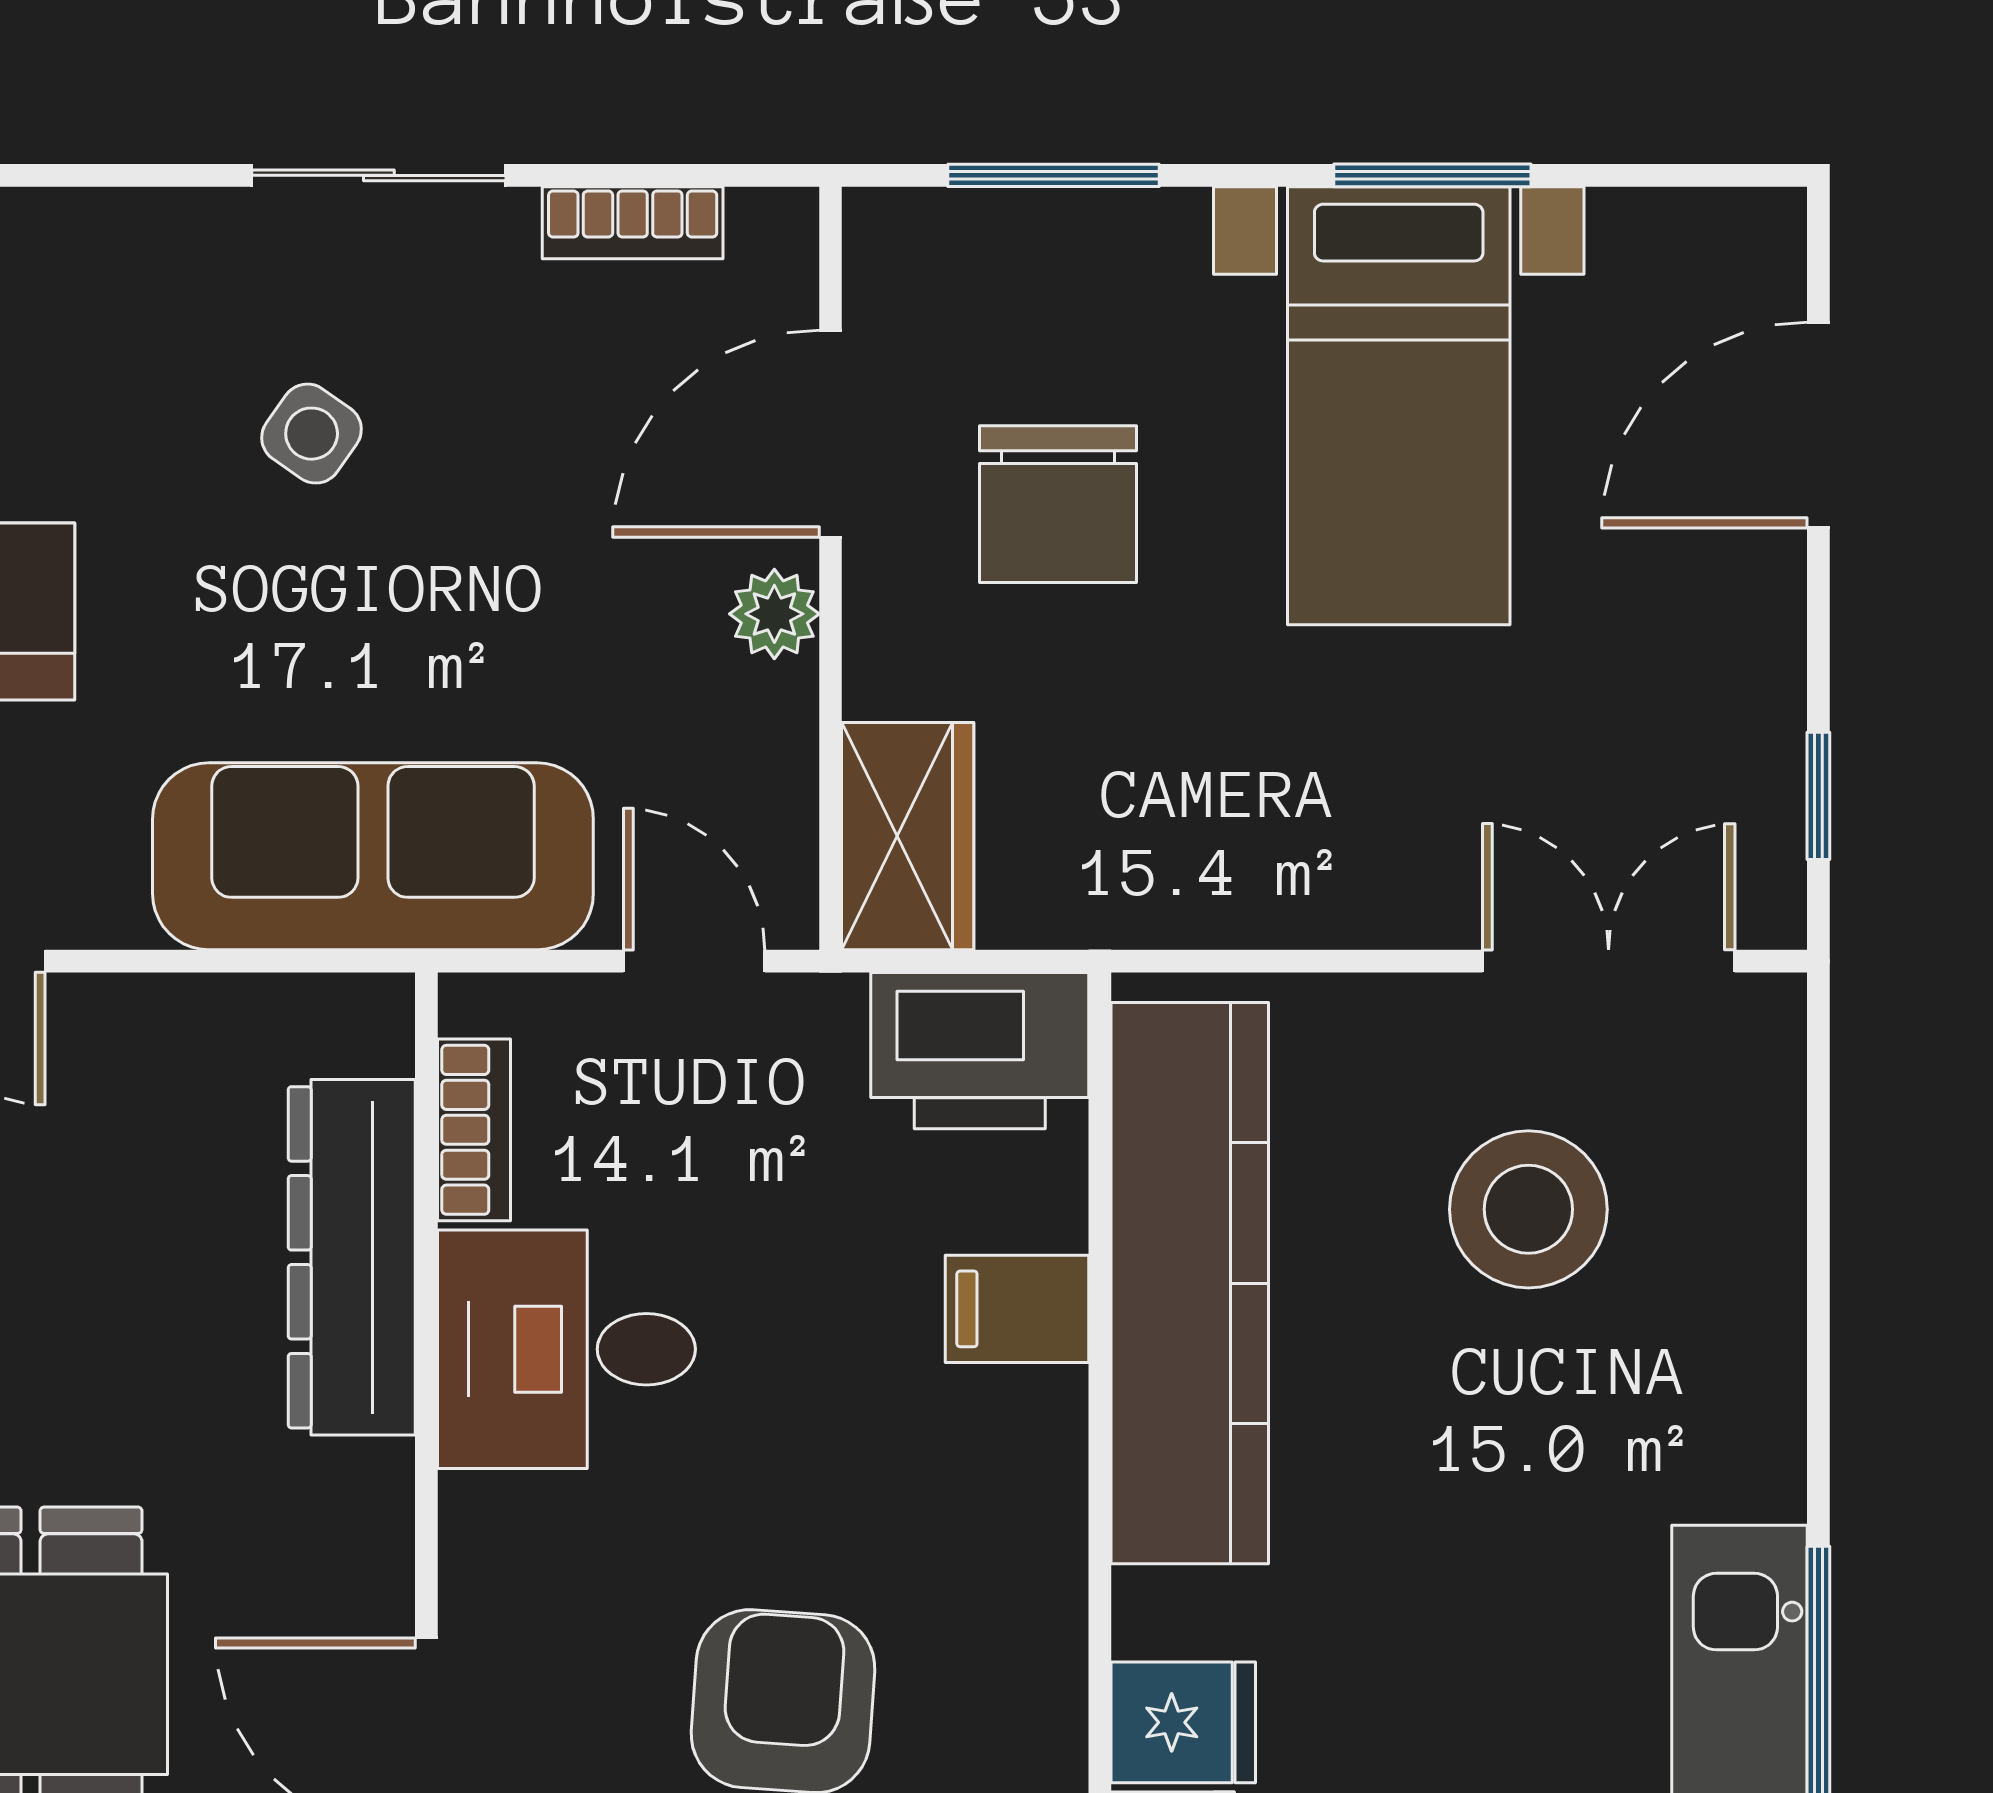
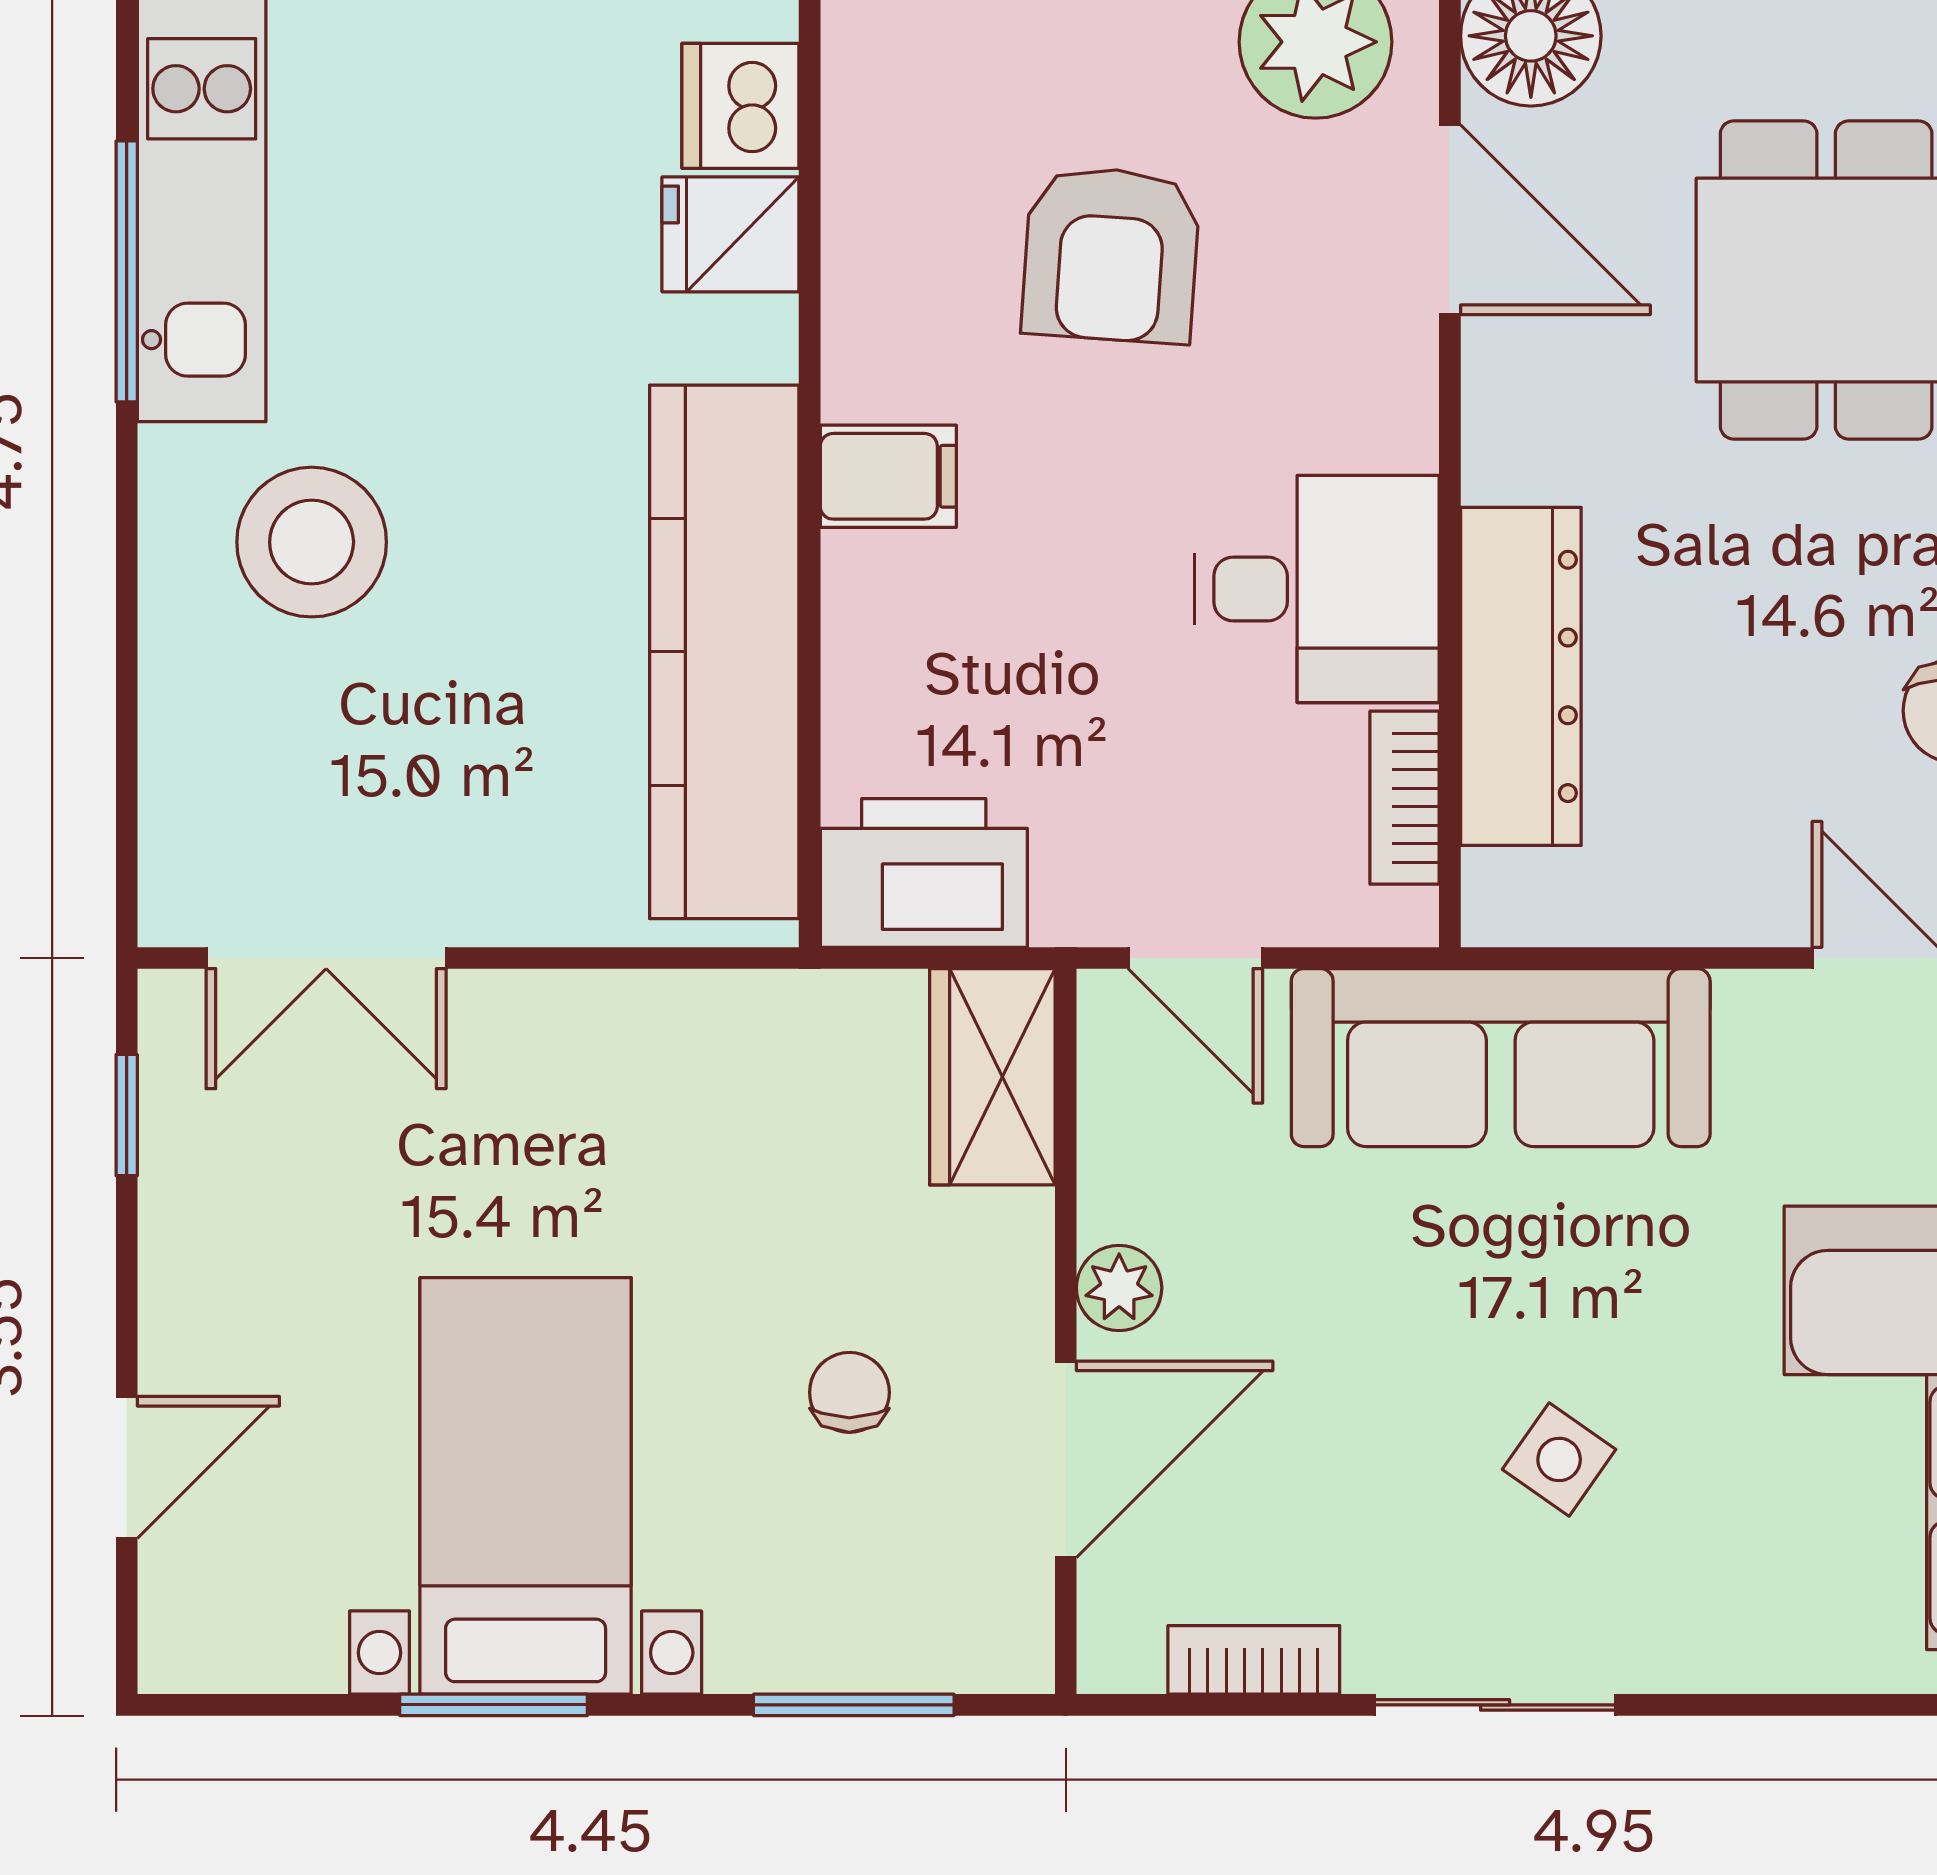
door: (1818, 425) -> (127, 1467), width x0.73
chair: (1058, 504) -> (849, 1392), width x0.54, depth x0.54
stool: (1528, 1209) -> (312, 542), moved
filing cabinet: (1017, 1309) -> (888, 476), moved

